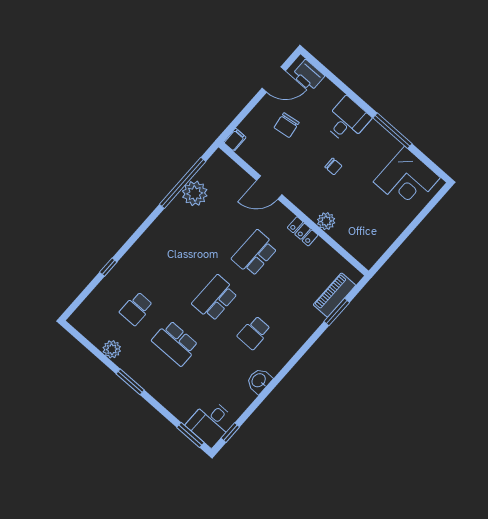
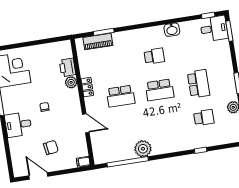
printer: (308, 75) -> (67, 67), moved, turned 180
plant: (195, 193) -> (143, 149), moved

